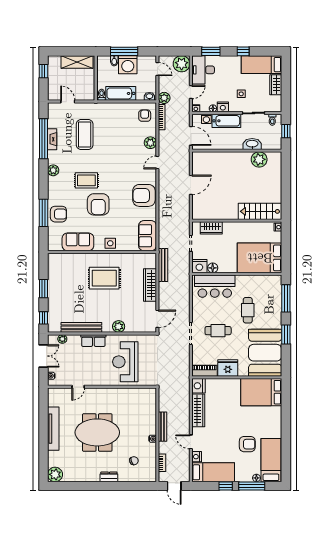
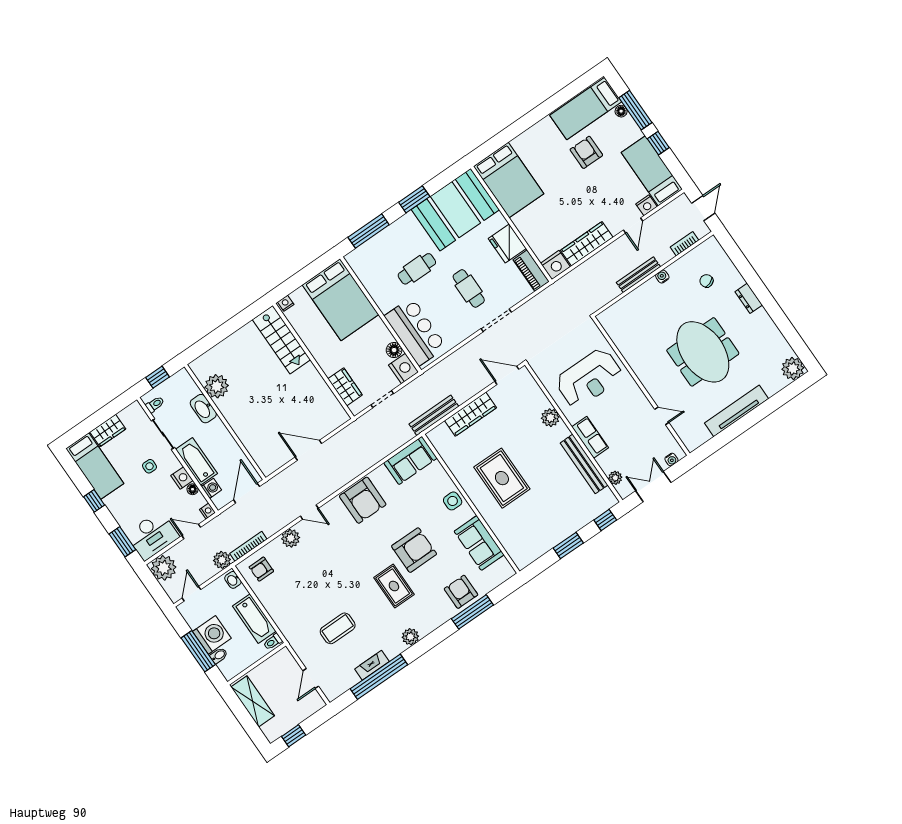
coffee table: (85, 134) -> (338, 628), width x0.73, depth x0.76

